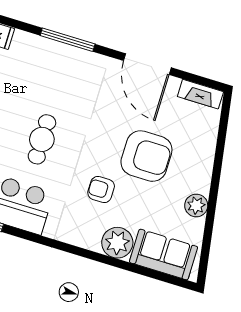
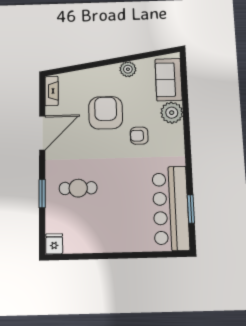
window: (68, 40) -> (42, 194), width x0.69
cafe table: (42, 139) -> (78, 188), moved
armchair: (101, 189) -> (139, 136), turned 90

